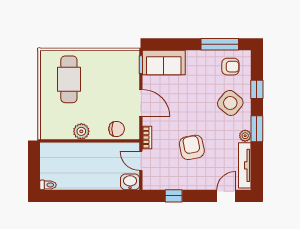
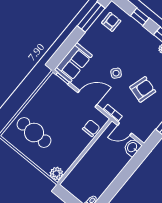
side table: (230, 103) -> (116, 73), moved, width x0.54, depth x0.54
plant: (81, 131) -> (56, 174), moved
armchair: (192, 147) -> (143, 89), turned 117

